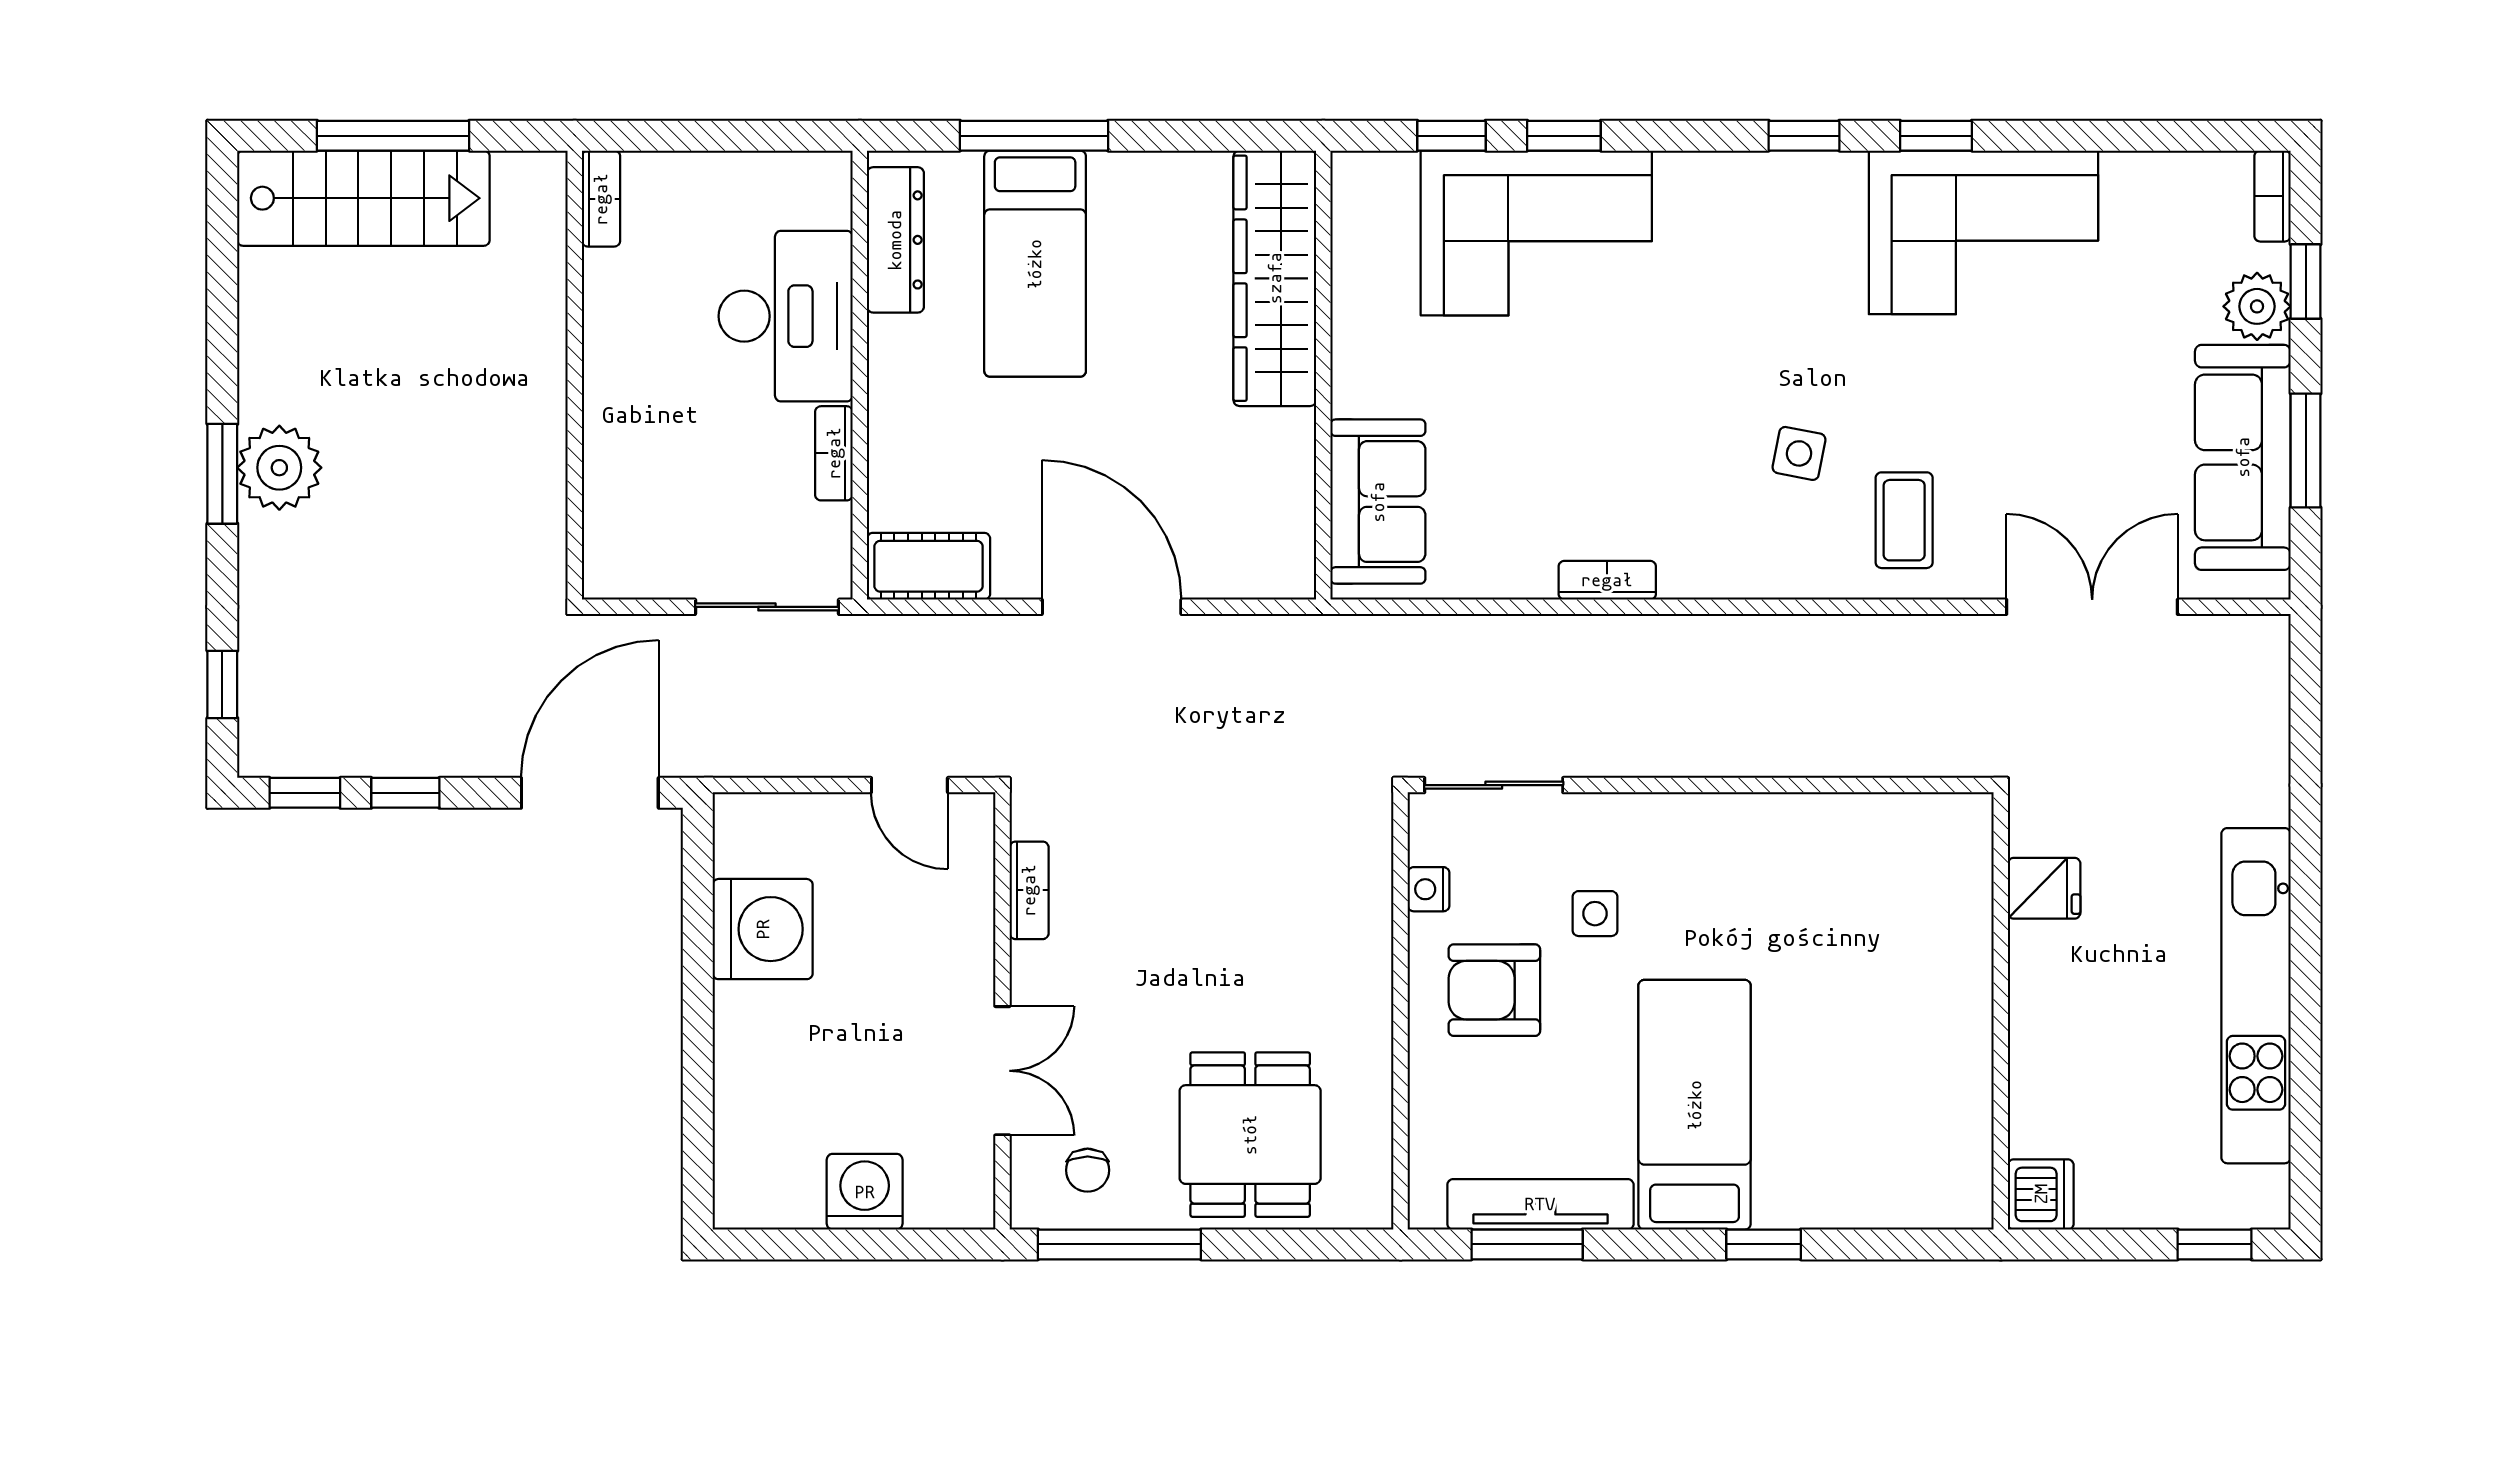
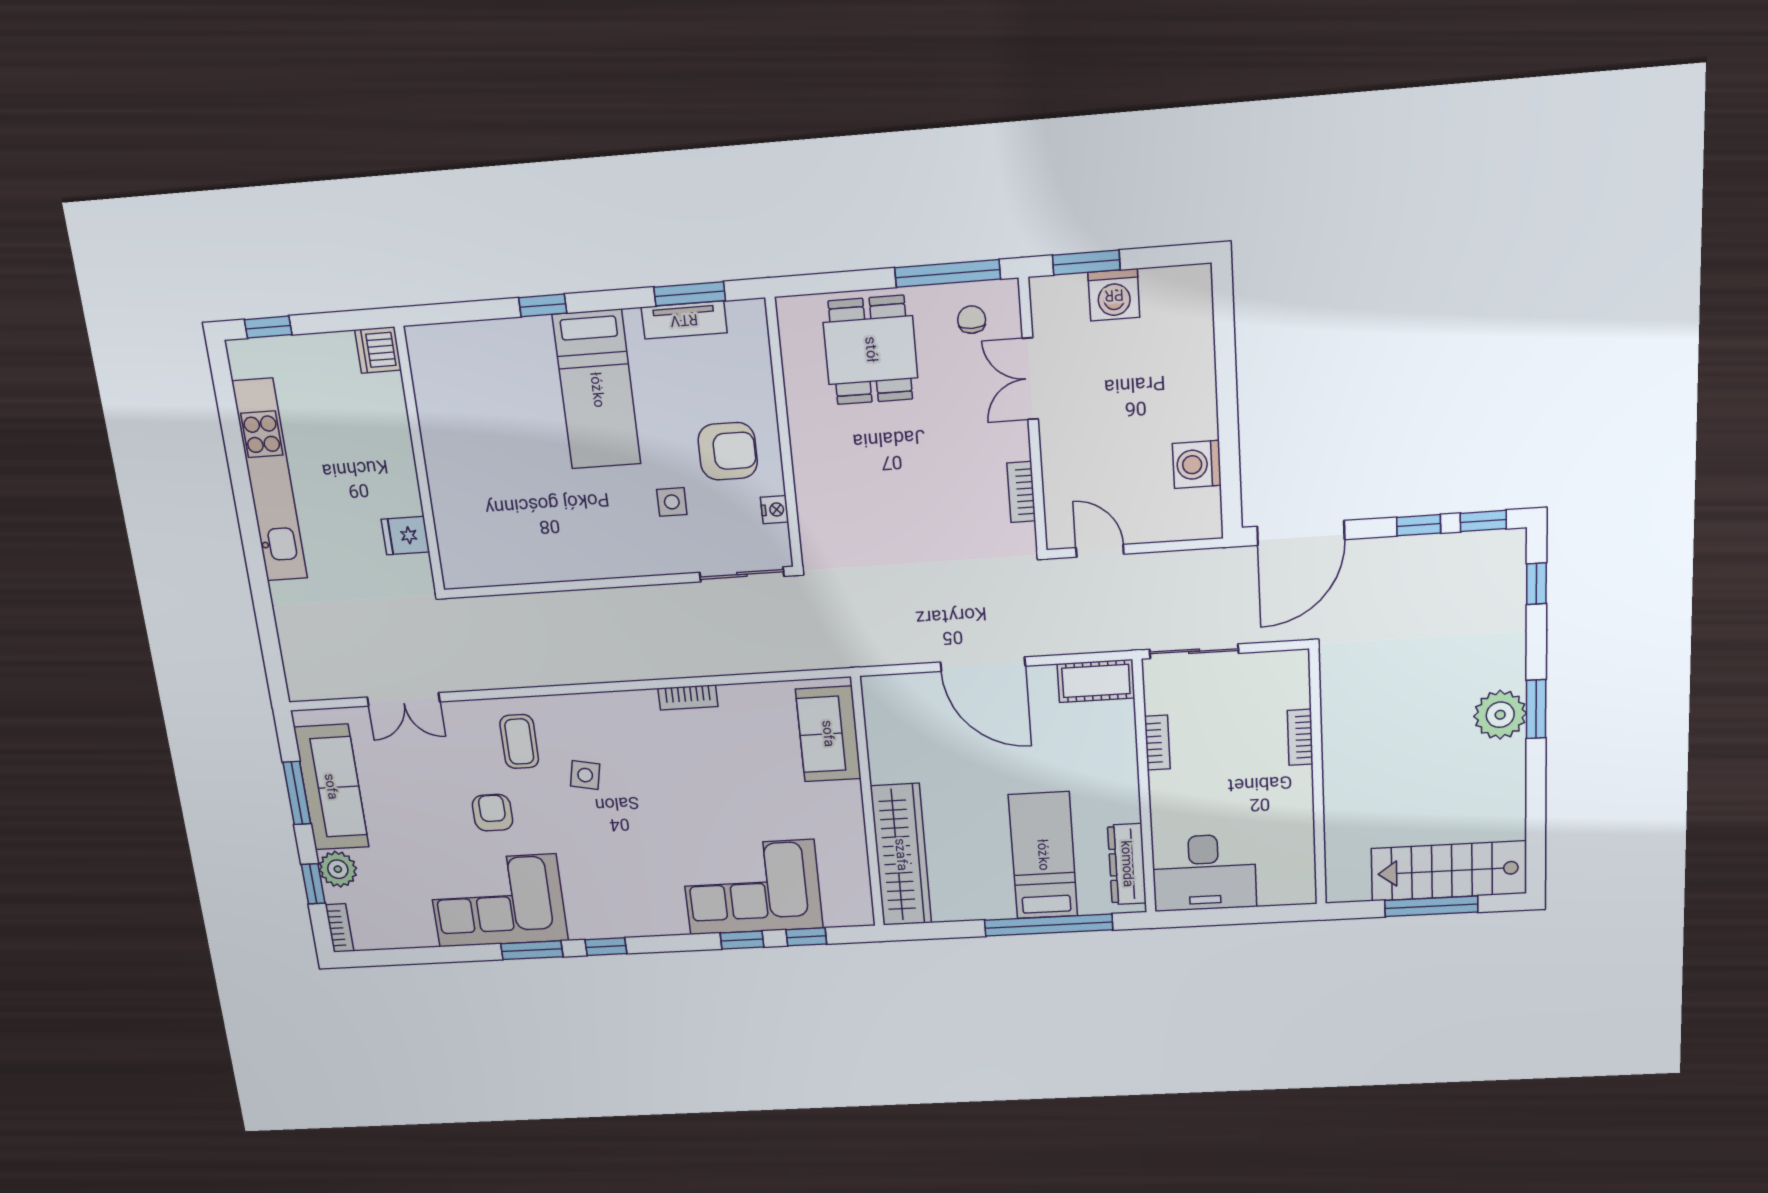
window: (1034, 136) -> (1049, 925), width x1.46
window: (1936, 136) -> (532, 950), width x1.50
bookcase: (601, 199) -> (1300, 737), moved
desk: (786, 316) -> (1204, 873), moved, turned -90
armchair: (1969, 395) -> (493, 813), added
double door: (2092, 607) -> (403, 699), width x0.73
washing machine: (763, 929) -> (1197, 464), width x0.73, depth x0.73
tv unit: (1540, 1204) -> (684, 320), width x0.71
window: (904, 1244) -> (1086, 262), added

